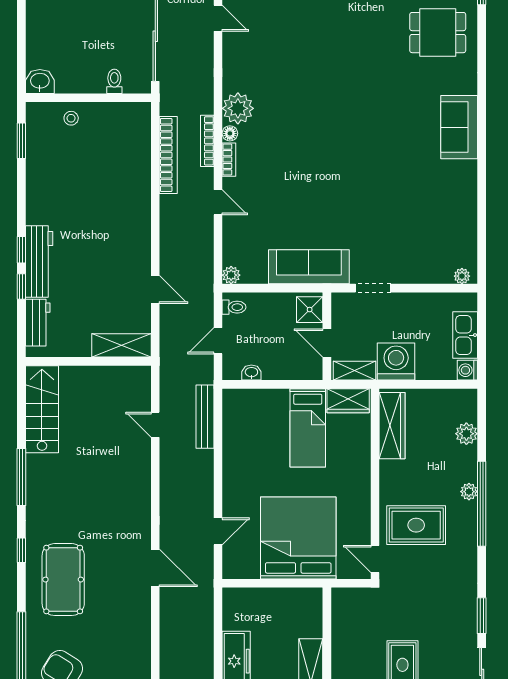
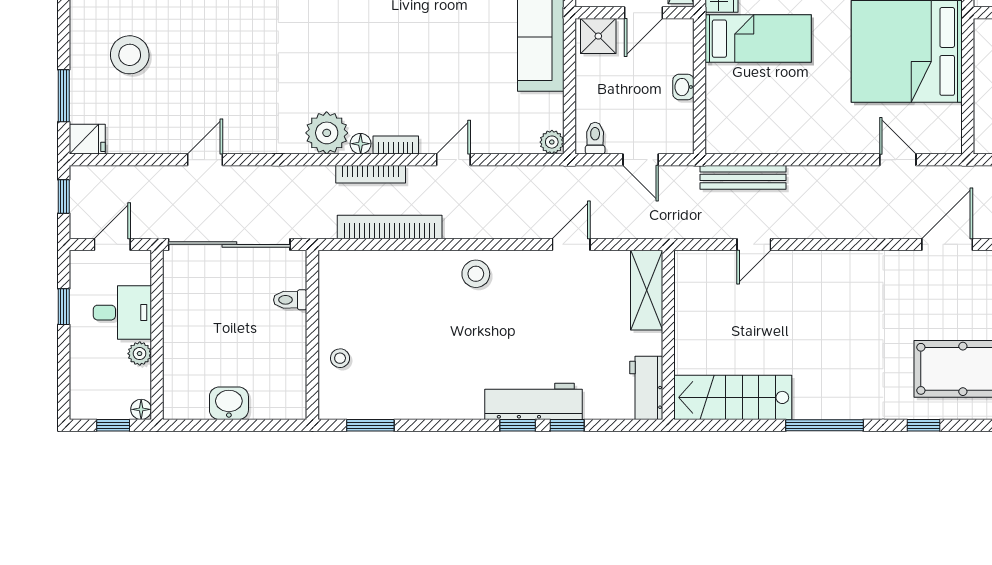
washbasin: (40, 81) -> (229, 403), moved, turned 90
stool: (134, 219) -> (476, 274), added
workbench: (38, 323) -> (646, 388), moved, turned -90
washbasin: (251, 373) -> (683, 87), moved

